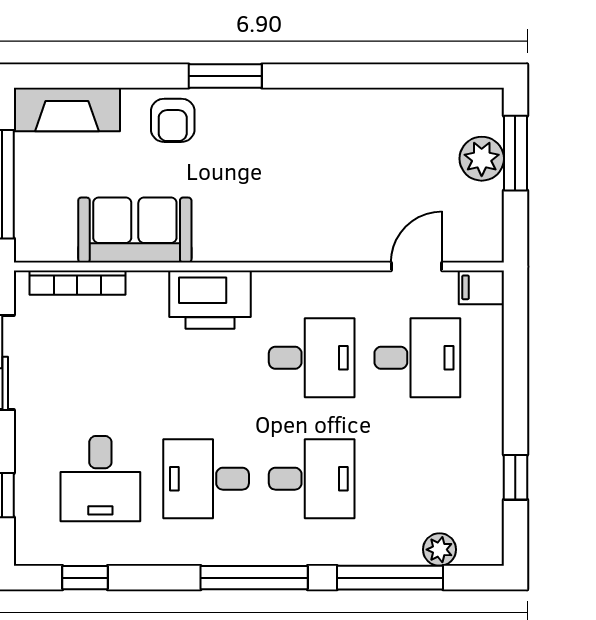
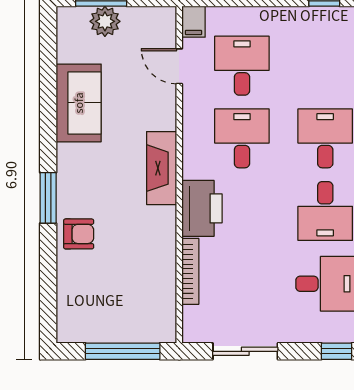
fireplace: (67, 110) -> (162, 168), moved, turned 180
sofa: (135, 230) -> (79, 103), moved, turned 180
bookcase: (77, 283) -> (190, 271), moved

